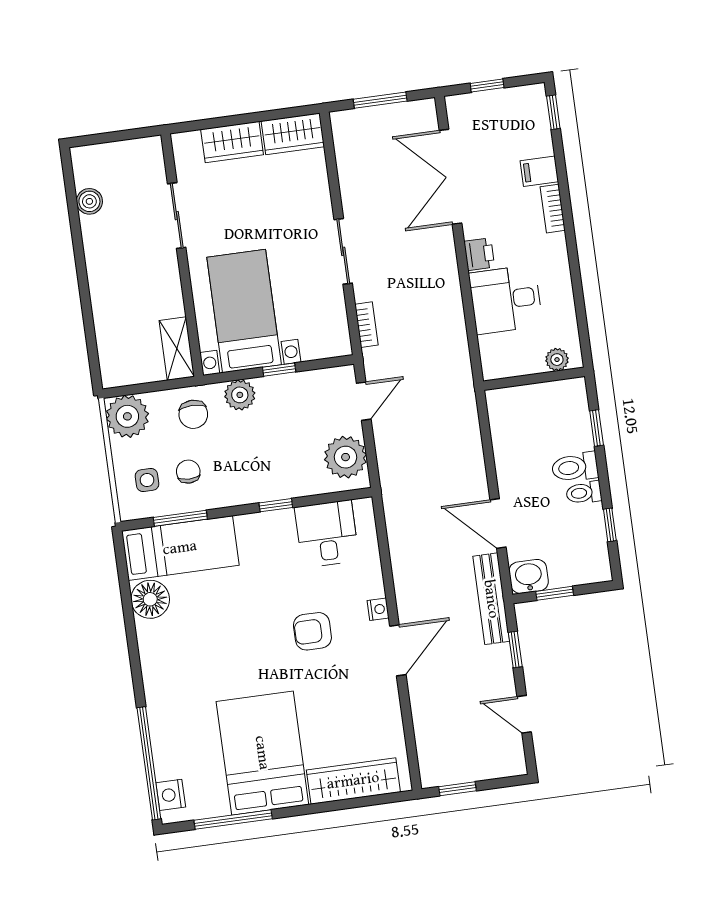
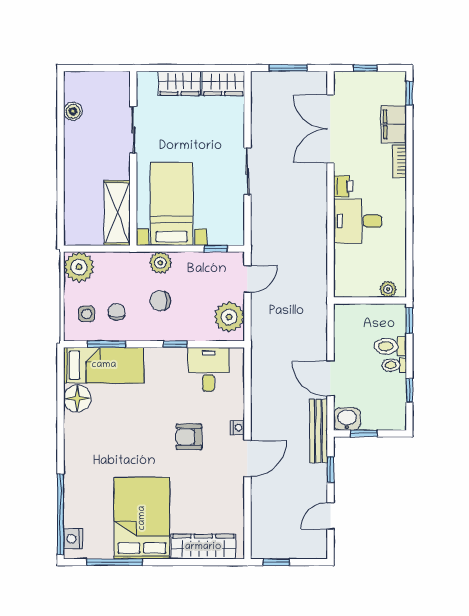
filing cabinet: (539, 171) -> (394, 124), width x2.00
bookcase: (367, 325) -> (257, 225), removed
shelving: (177, 349) -> (117, 213), width x1.50, depth x1.33
plant: (557, 360) -> (388, 289), moved
window: (279, 370) -> (216, 249), moved
wall: (534, 379) -> (370, 301), moved
chair: (193, 414) -> (160, 301), moved, turned 90
door: (524, 714) -> (330, 516), hinge flipped

